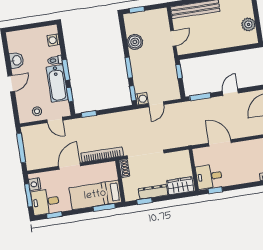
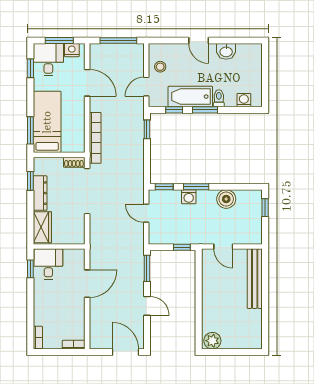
plant: (248, 24) -> (212, 341), moved
washing machine: (142, 99) -> (189, 197), moved
door: (70, 166) -> (87, 83), moved

